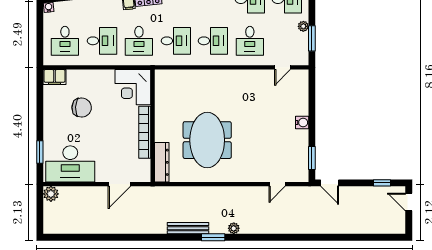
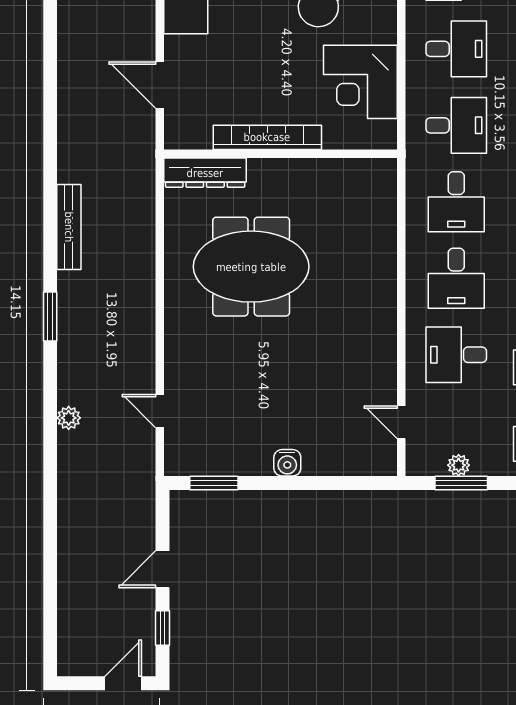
plant: (303, 26) -> (459, 465), moved
desk: (102, 41) -> (456, 49), turned -90
desk: (139, 41) -> (456, 125), turned 180
corner desk: (133, 87) -> (360, 82), moved, turned -90
door: (330, 183) -> (163, 569), moved
plant: (234, 228) -> (69, 418), moved
window: (213, 237) -> (50, 317), moved

